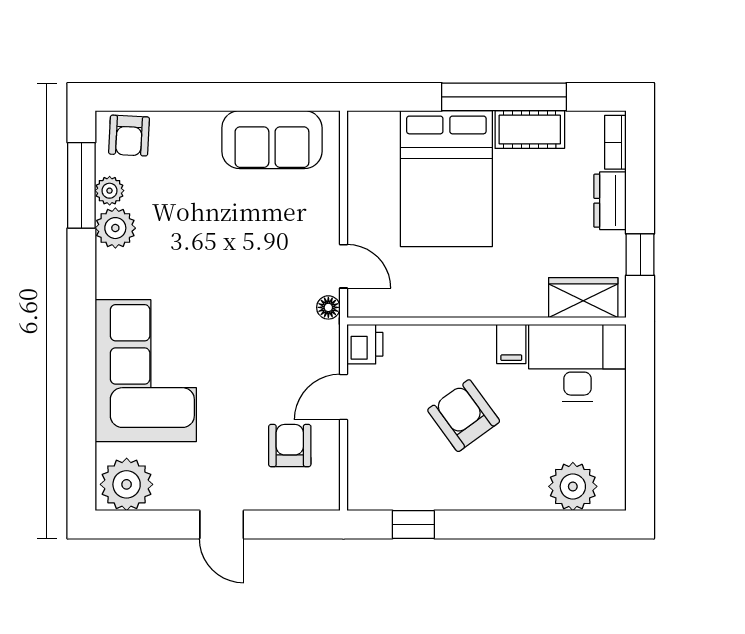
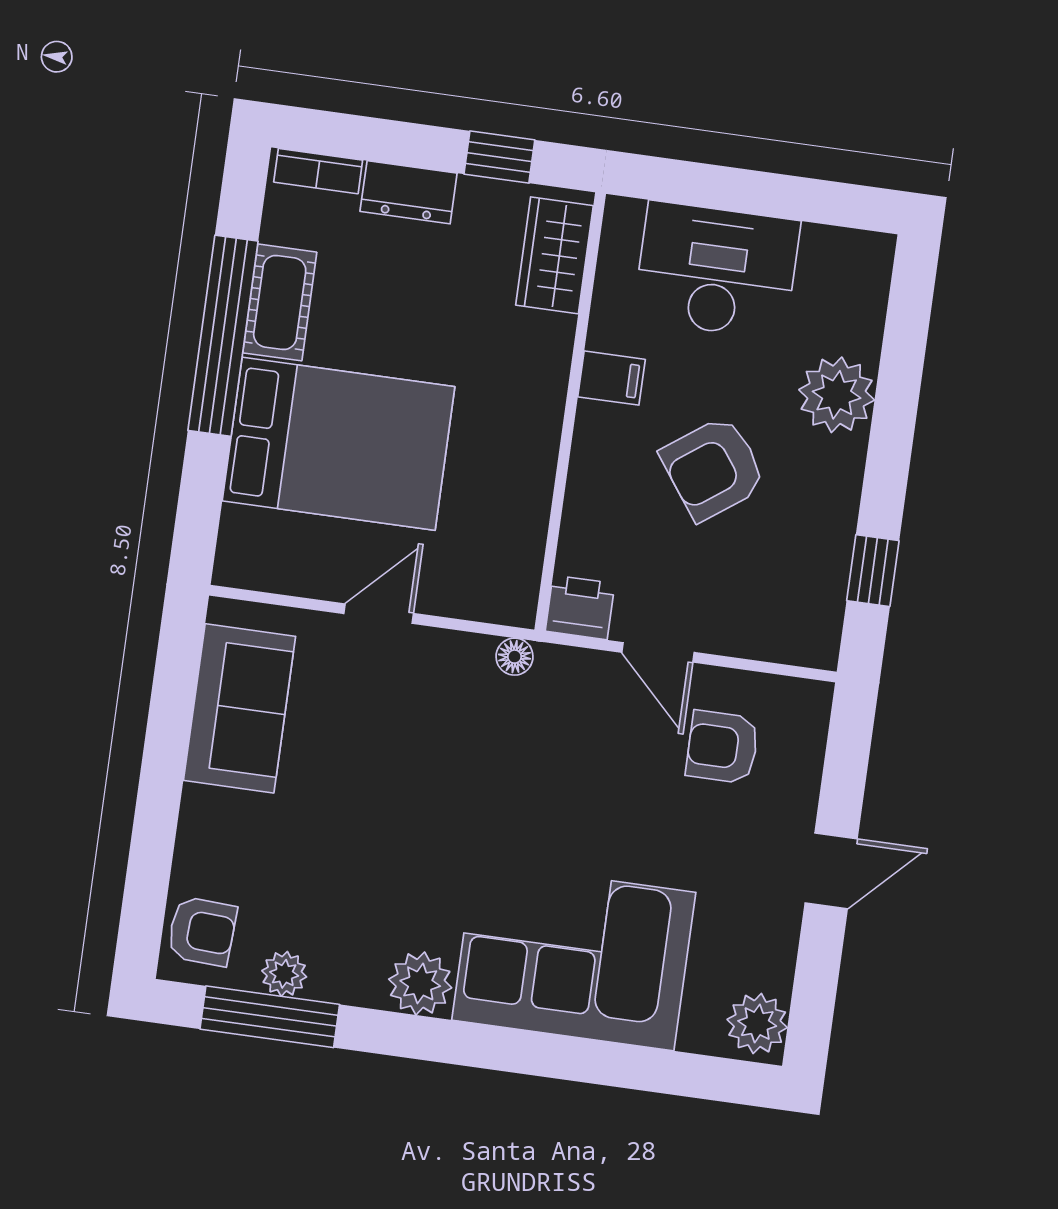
plant: (115, 228) -> (420, 983), moved
door: (343, 266) -> (379, 614), moved
desk: (577, 363) -> (717, 270), moved, turned 90
plant: (127, 484) -> (757, 1024), width x0.73, depth x0.73
plant: (573, 486) -> (837, 395), moved

